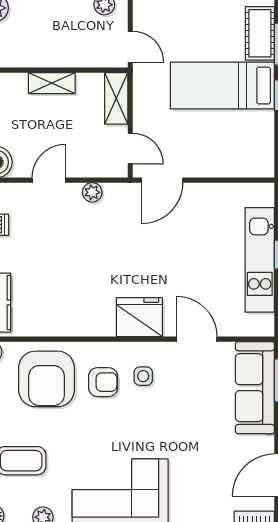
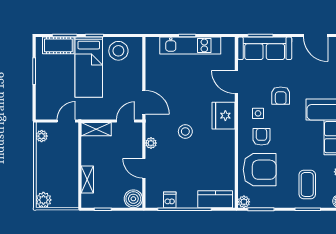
shelving: (52, 83) -> (87, 180), moved
stool: (251, 137) -> (118, 51), added
stool: (112, 251) -> (185, 131), added
door: (197, 339) -> (236, 82), hinge flipped
armchair: (174, 415) -> (281, 96), added

